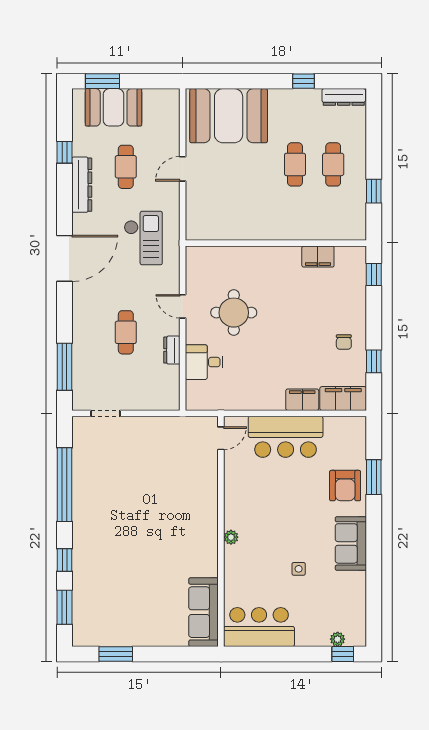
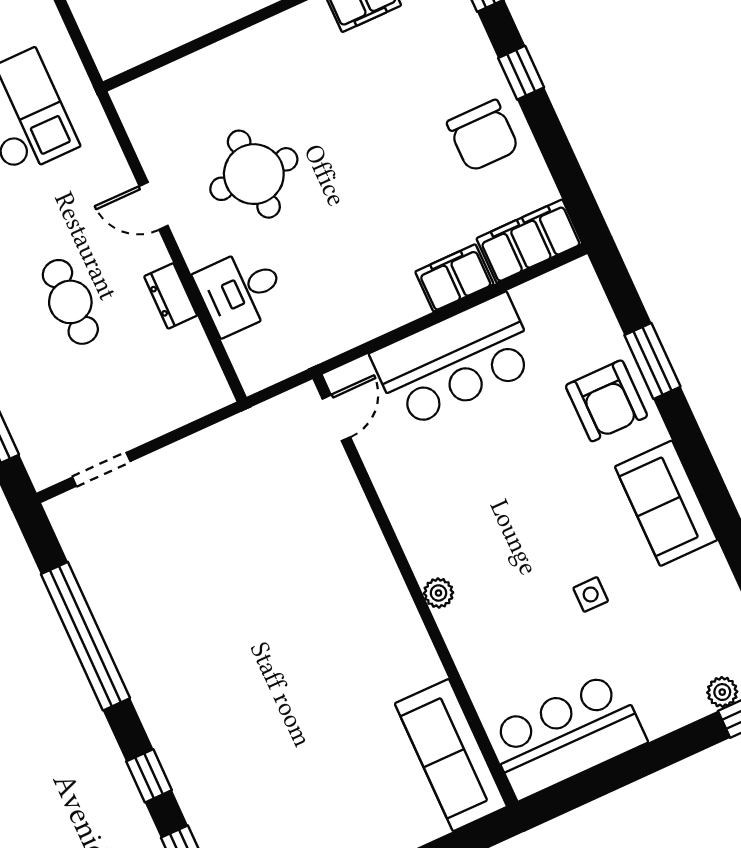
chair: (344, 342) -> (483, 136), width x1.87, depth x1.87
window: (374, 361) -> (521, 73), moved

